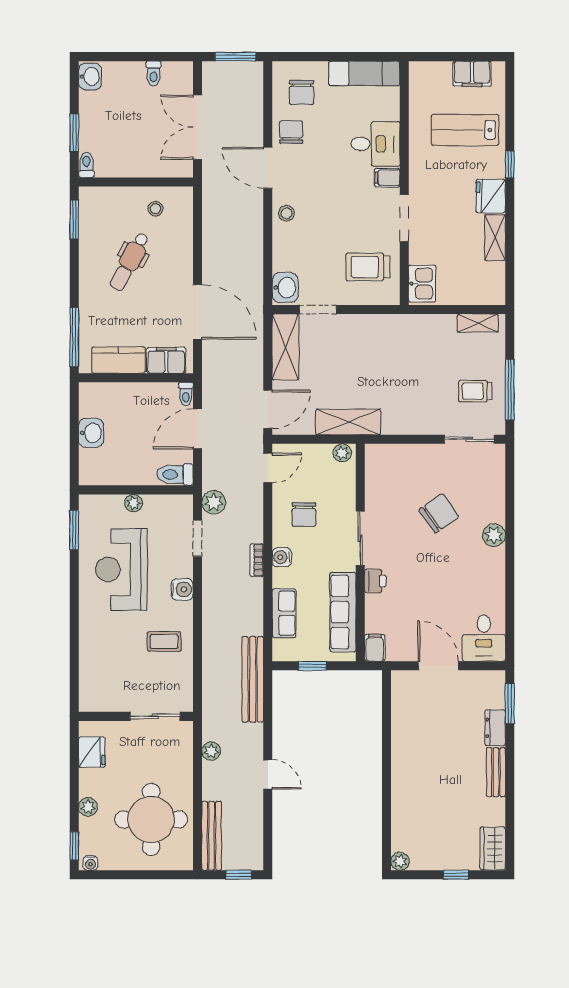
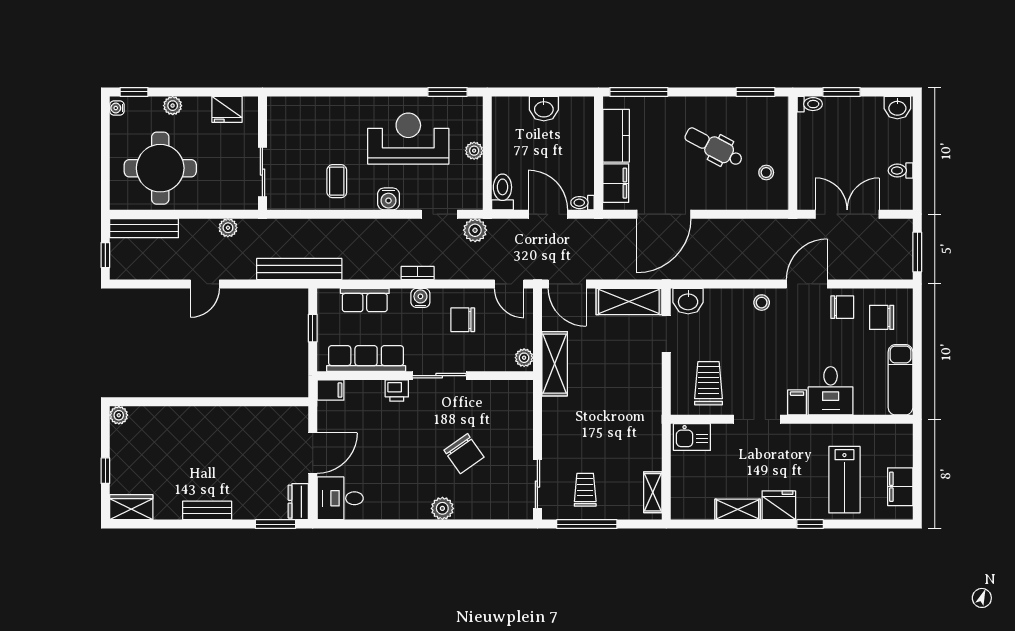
lab bench: (465, 130) -> (844, 480), turned 180
dresser: (495, 728) -> (298, 502), moved, turned -90

